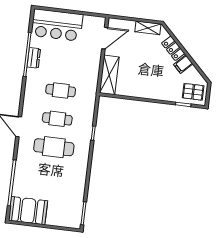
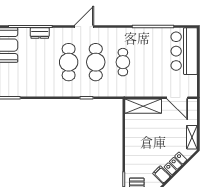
dresser: (34, 58) -> (40, 33), moved
cafe table: (57, 119) -> (96, 62), width x1.37, depth x1.35

